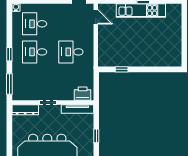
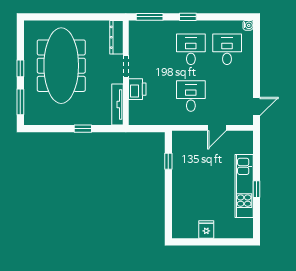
door: (96, 17) -> (217, 128), moved
fridge: (175, 40) -> (206, 229), added
printer: (83, 94) -> (137, 89), moved

